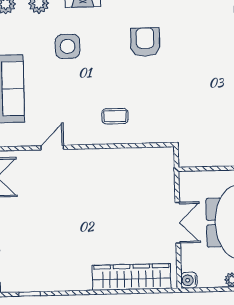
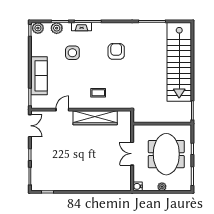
double door: (178, 223) -> (132, 154), swing flipped
wardrobe: (132, 277) -> (95, 118), moved, turned 180

